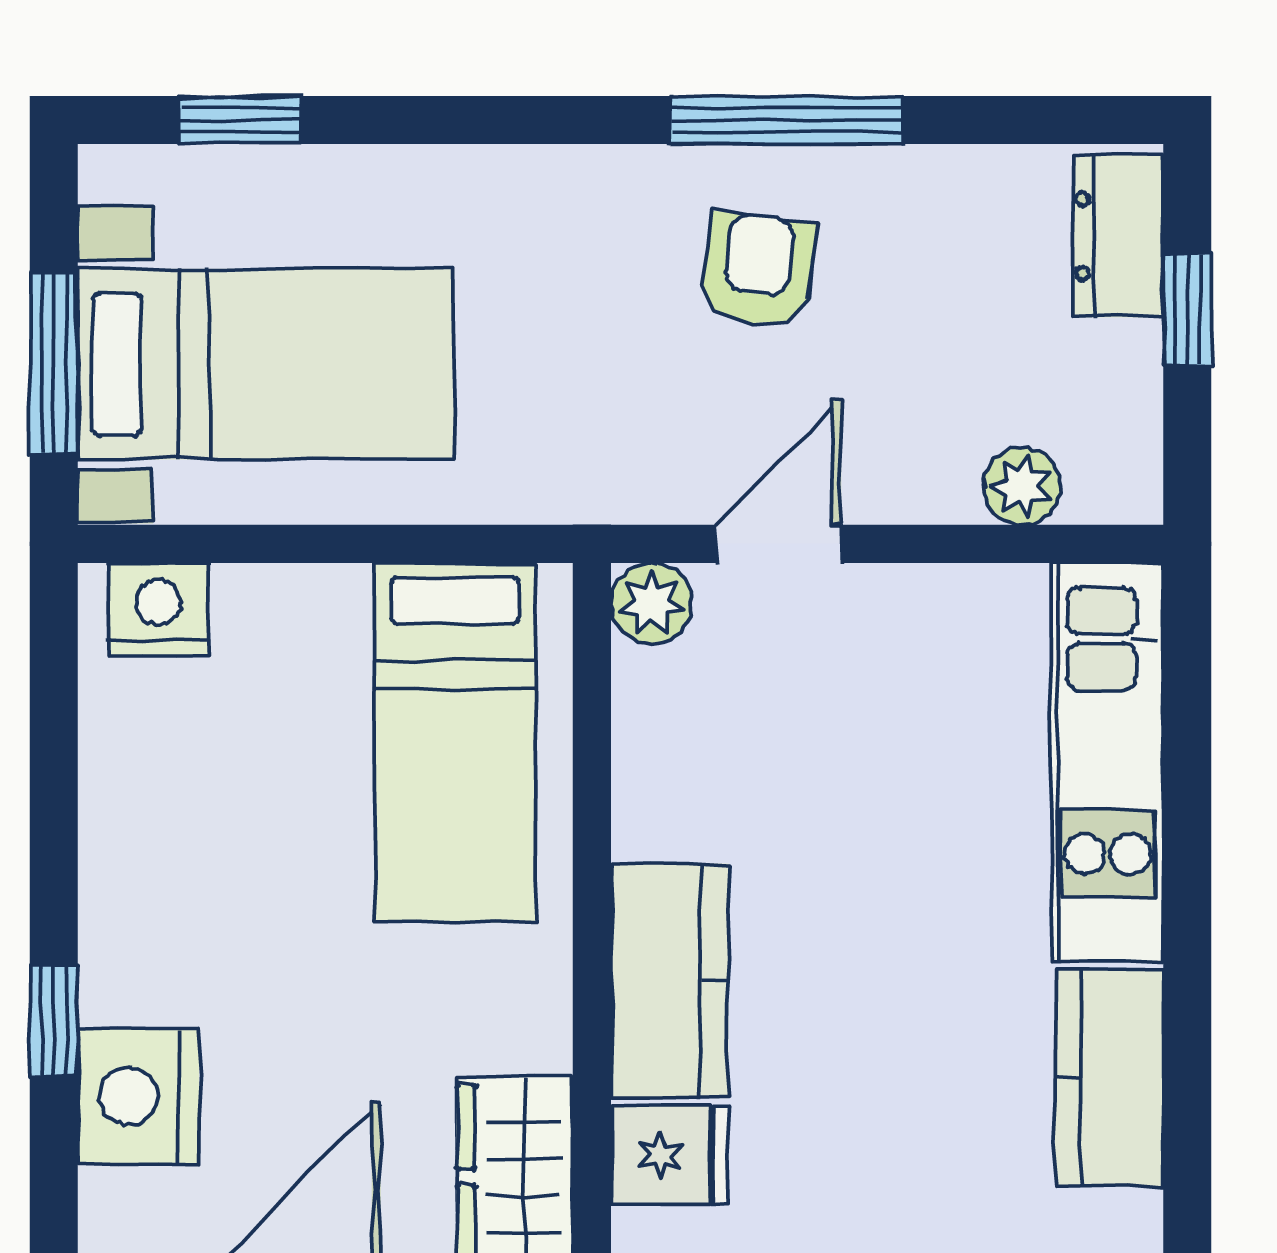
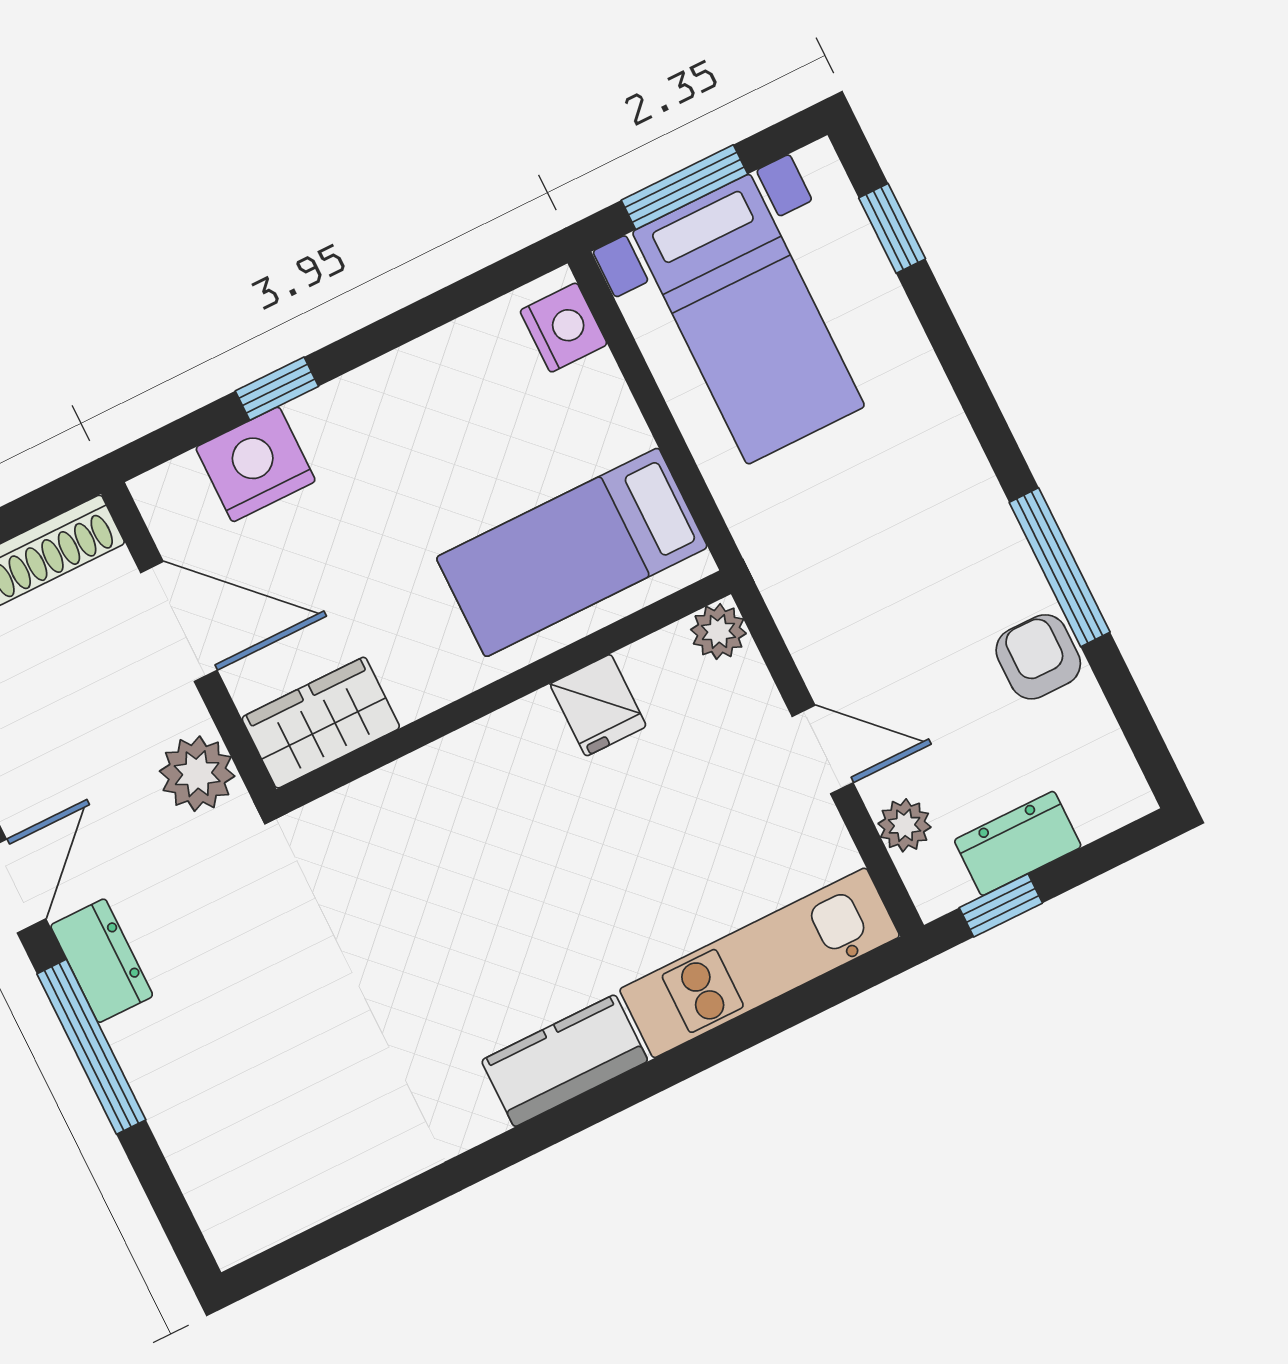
dresser: (1118, 236) -> (1018, 843), moved
armchair: (758, 270) -> (1038, 657), moved, turned -97
window: (1187, 310) -> (1001, 905), moved
door: (779, 544) -> (823, 750), moved
kitchen counter: (670, 981) -> (490, 758), removed
fridge: (670, 1155) -> (598, 705), moved

